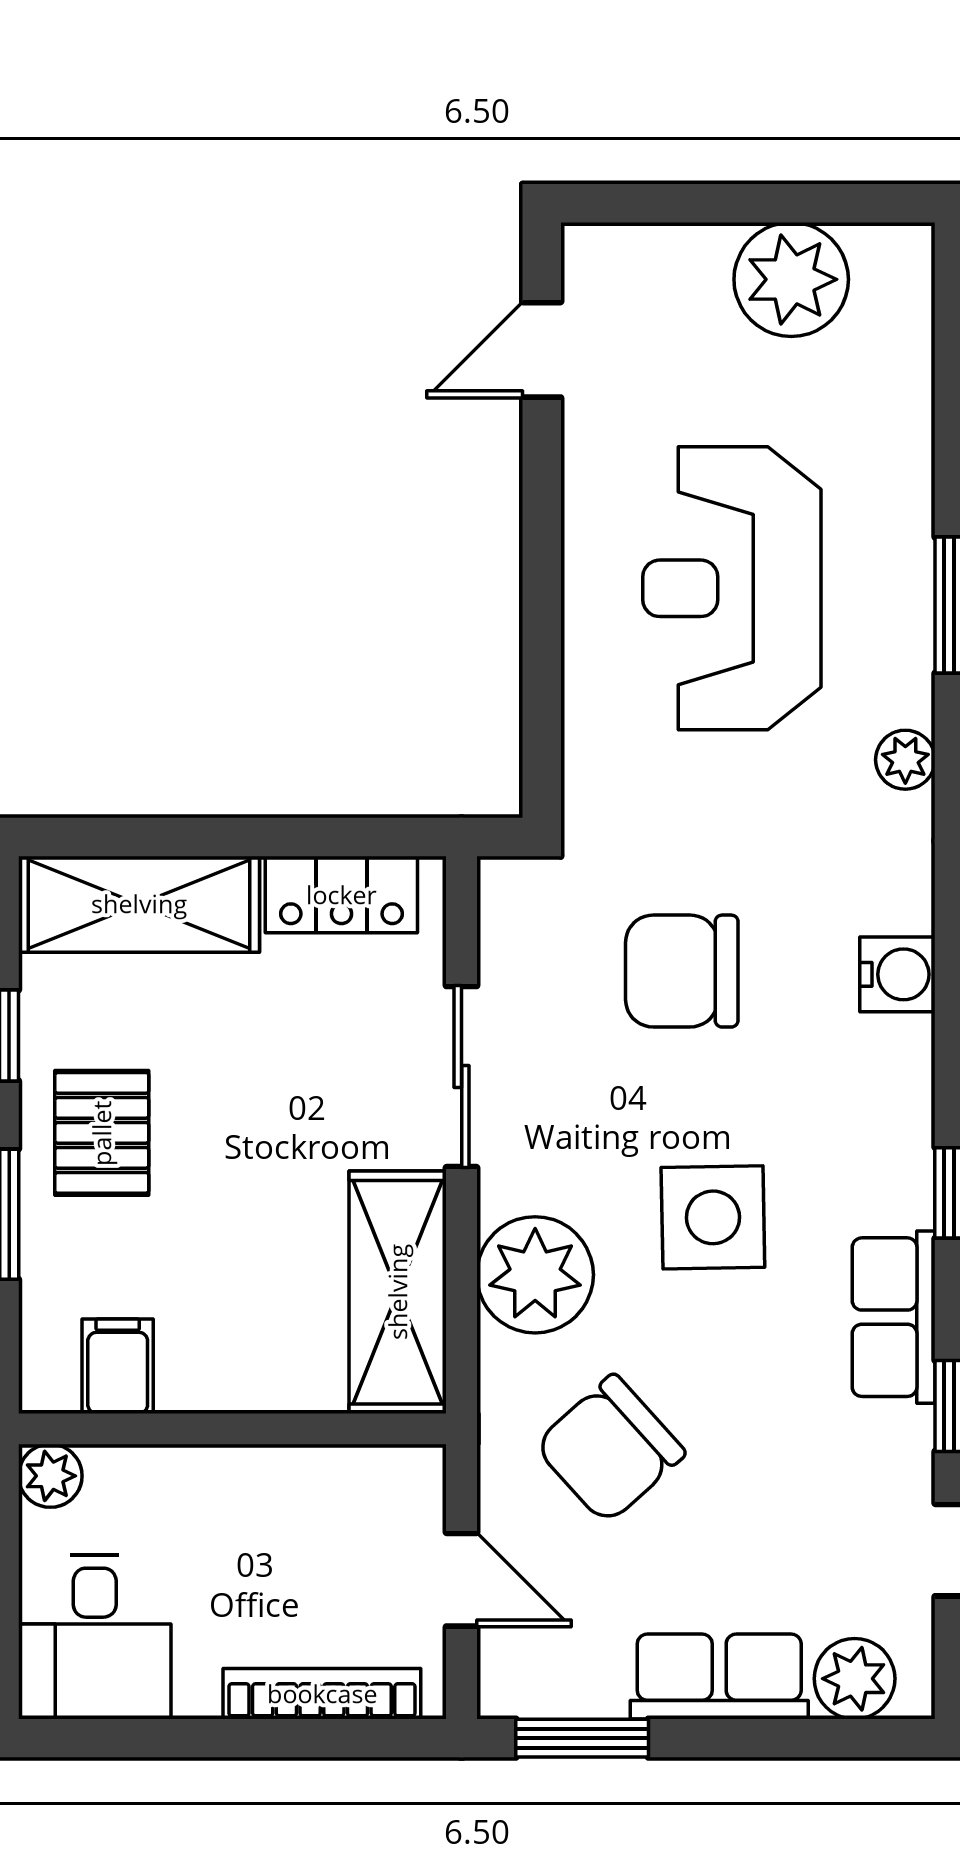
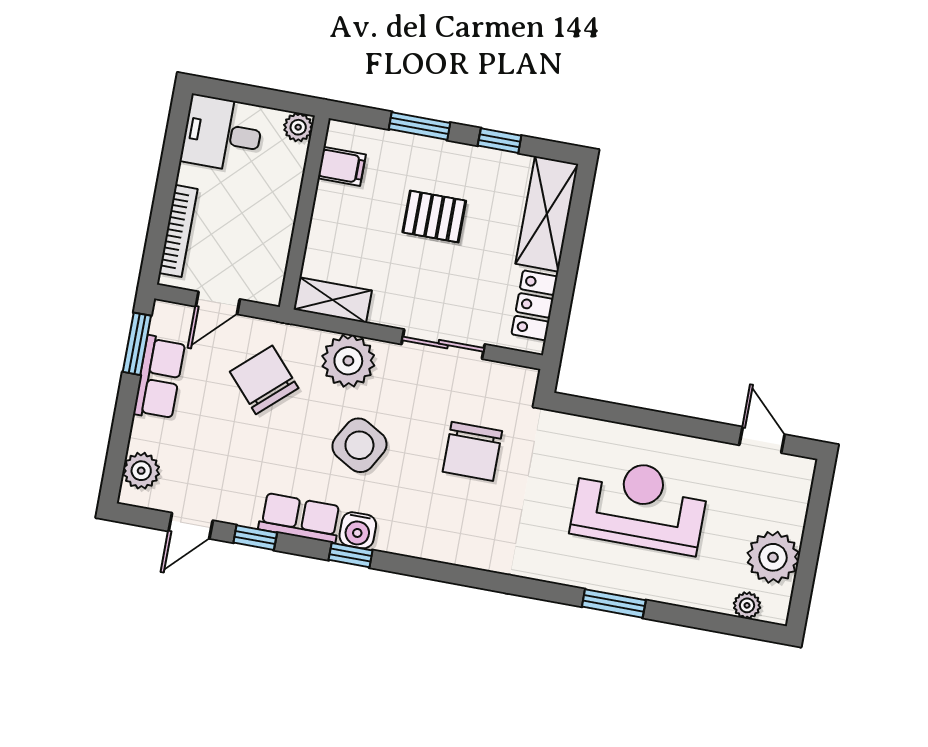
plant: (905, 760) -> (747, 605), moved
chair: (682, 971) -> (472, 451), turned 180
water cooler: (897, 974) -> (358, 530), moved
pallet: (102, 1133) -> (434, 217), moved
side table: (713, 1217) -> (359, 445), turned 31
shelving: (398, 1292) -> (333, 300), width x0.67, depth x0.75
row of seats: (719, 1676) -> (159, 378), moved

